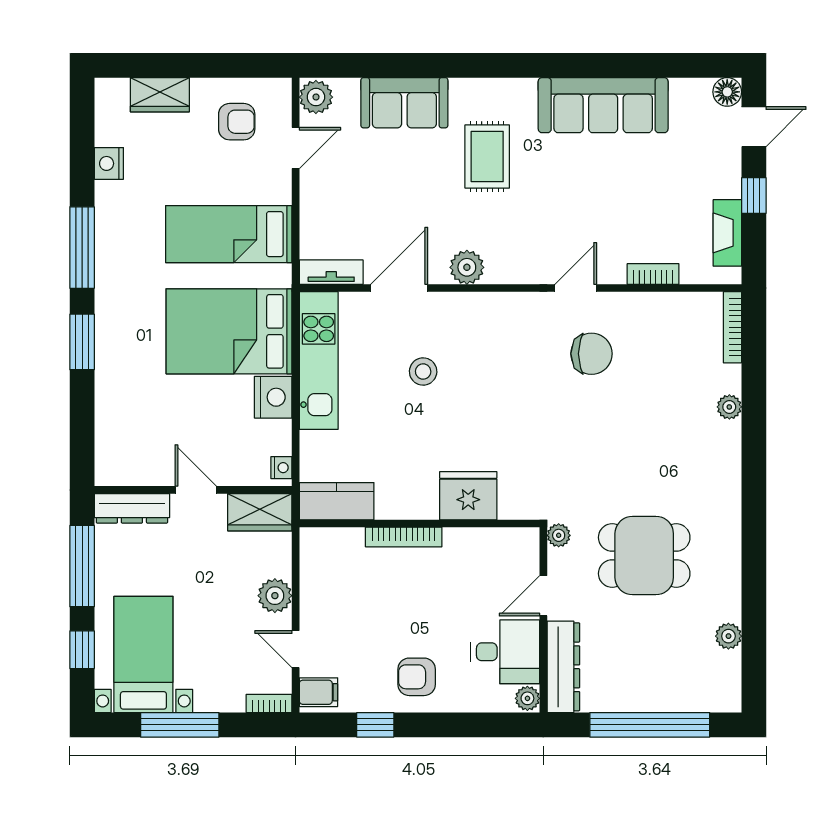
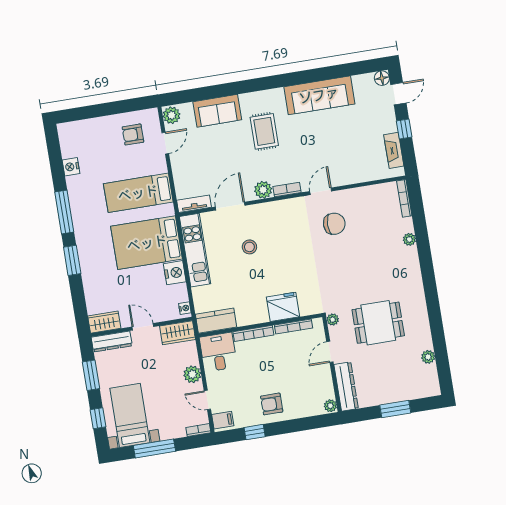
wardrobe: (160, 95) -> (104, 322), moved, turned 180
armchair: (237, 122) -> (133, 135), turned 180
bookcase: (653, 274) -> (287, 189), moved
bookcase: (482, 536) -> (293, 327), added
window: (82, 566) -> (91, 375), width x0.69
desk: (505, 652) -> (218, 352), moved, turned -90
window: (650, 725) -> (395, 409), width x0.47

